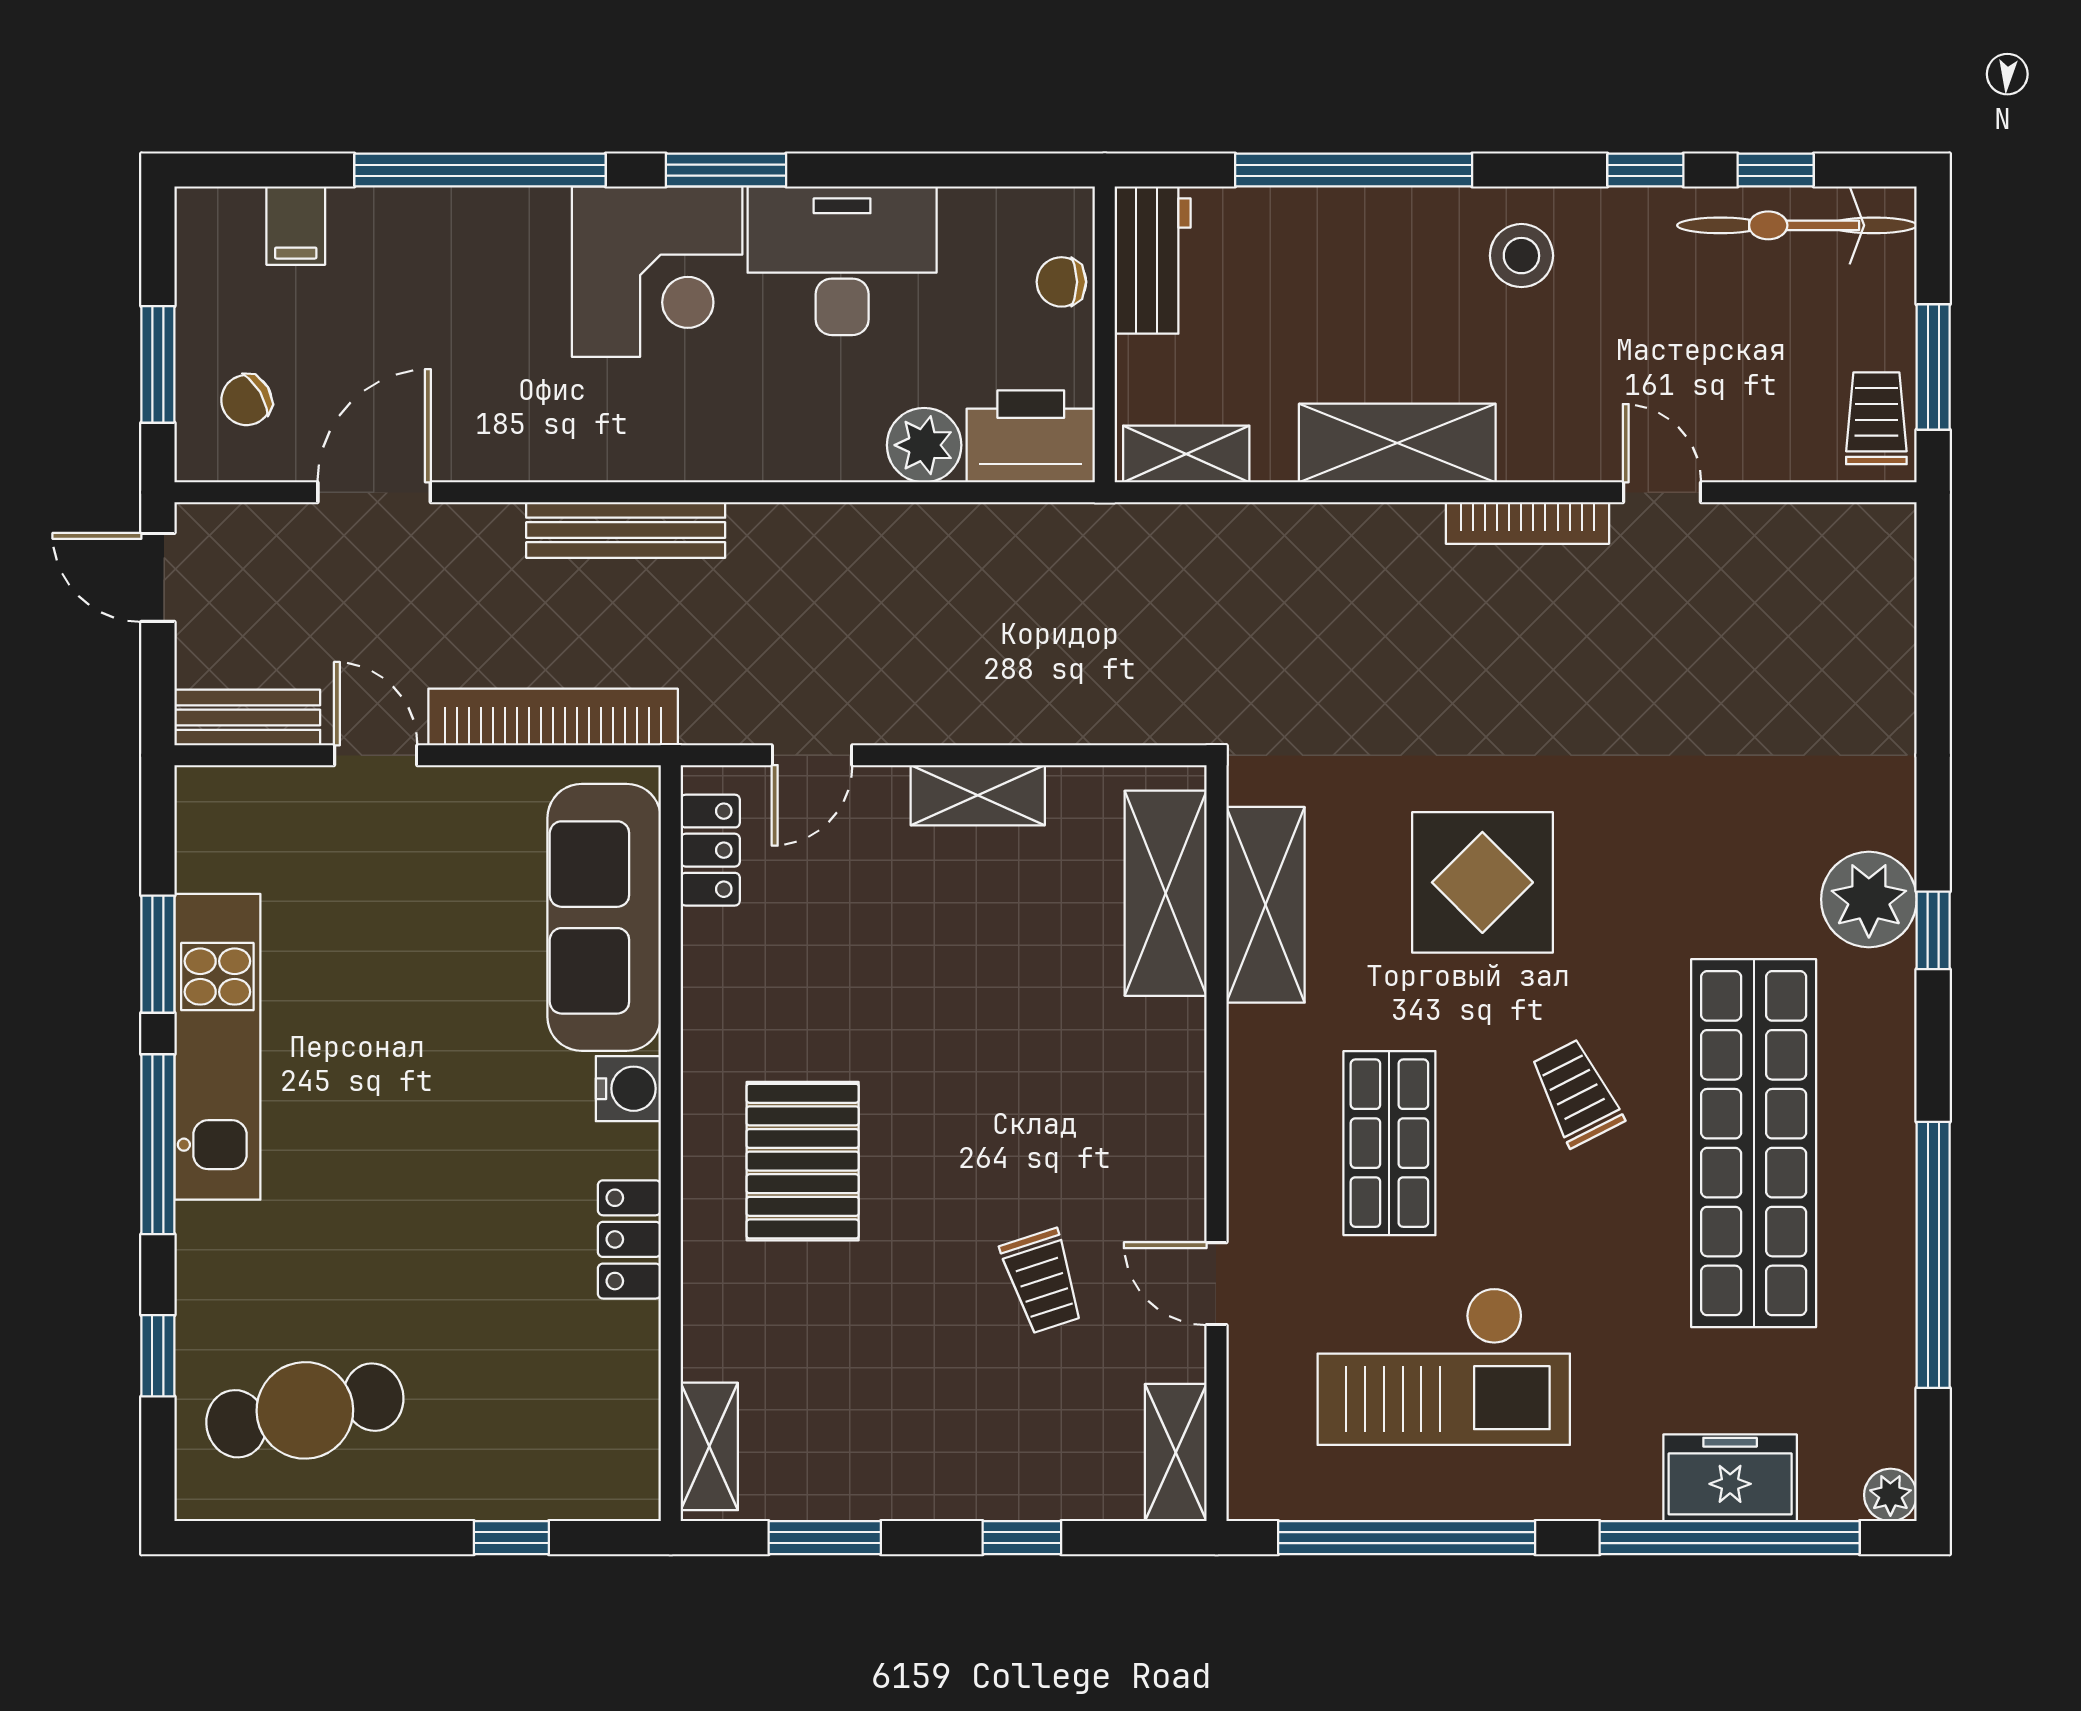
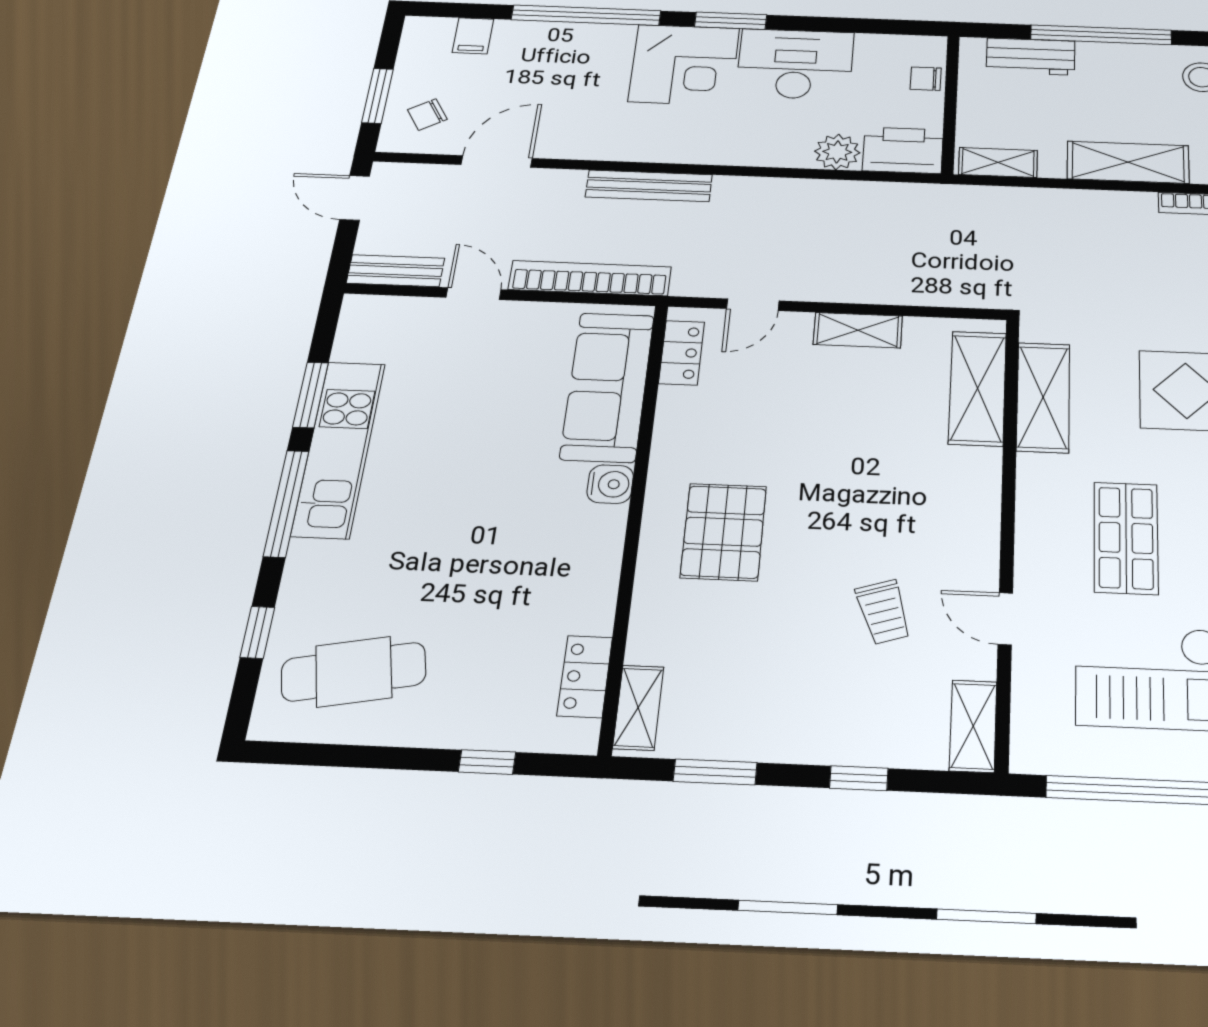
workbench: (1153, 260) -> (1031, 57), moved, turned 90
locker: (629, 1239) -> (585, 676), moved

